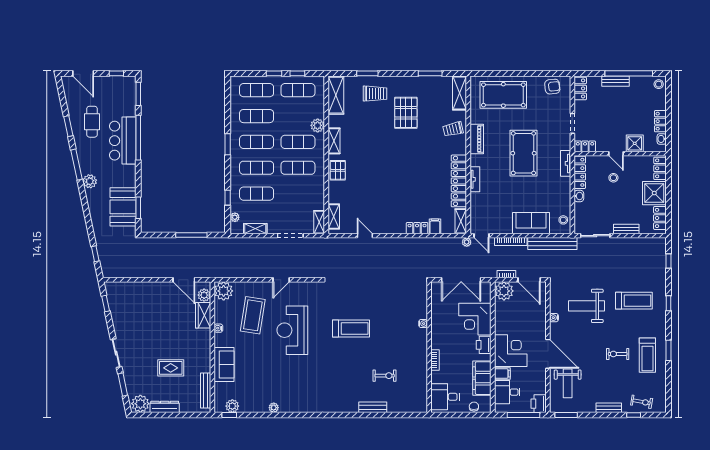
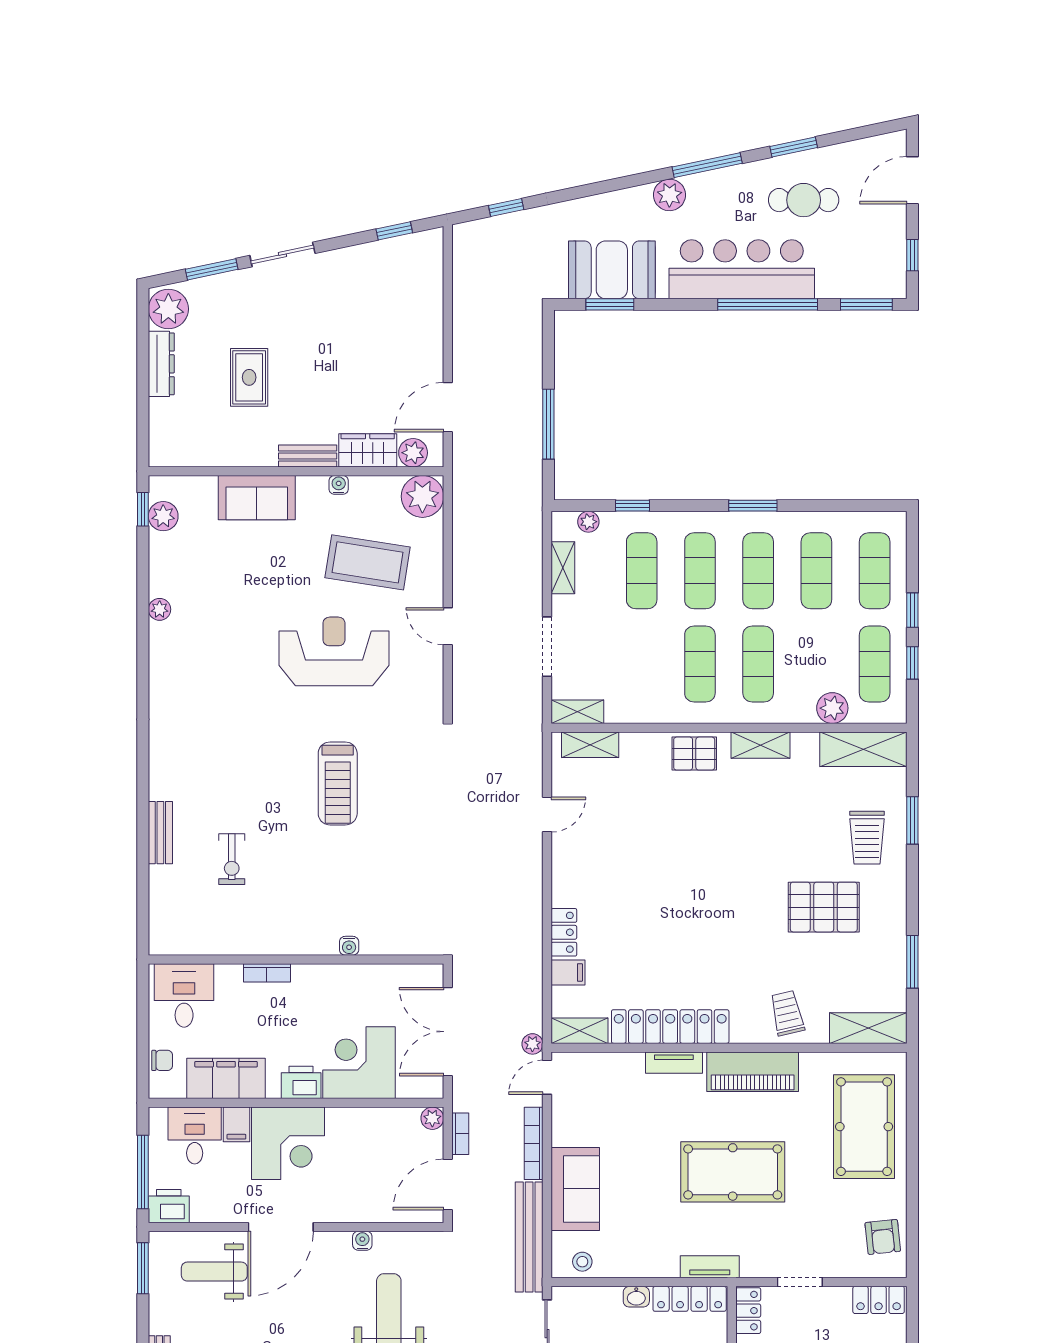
plant: (318, 125) -> (832, 708), moved
piano: (477, 139) -> (753, 1072), width x1.37, depth x1.33
bar counter: (123, 141) -> (742, 269), width x1.36
plant: (504, 291) -> (432, 1118), width x0.53, depth x0.53
bench: (206, 391) -> (308, 456), moved, width x0.73

